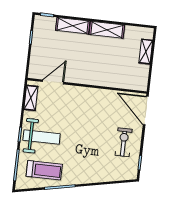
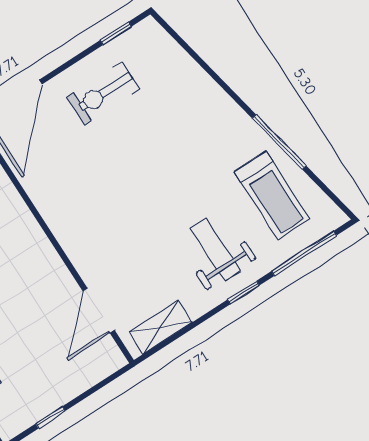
door: (53, 82) -> (99, 311), hinge flipped
weight bench: (42, 137) -> (216, 250), width x0.73, depth x0.75
treadmill: (44, 170) -> (272, 195), turned 180

